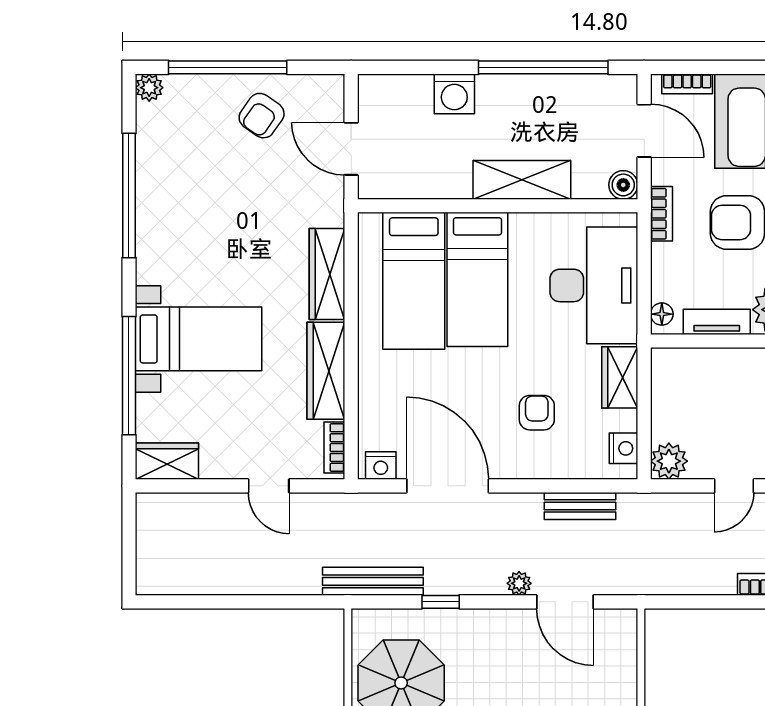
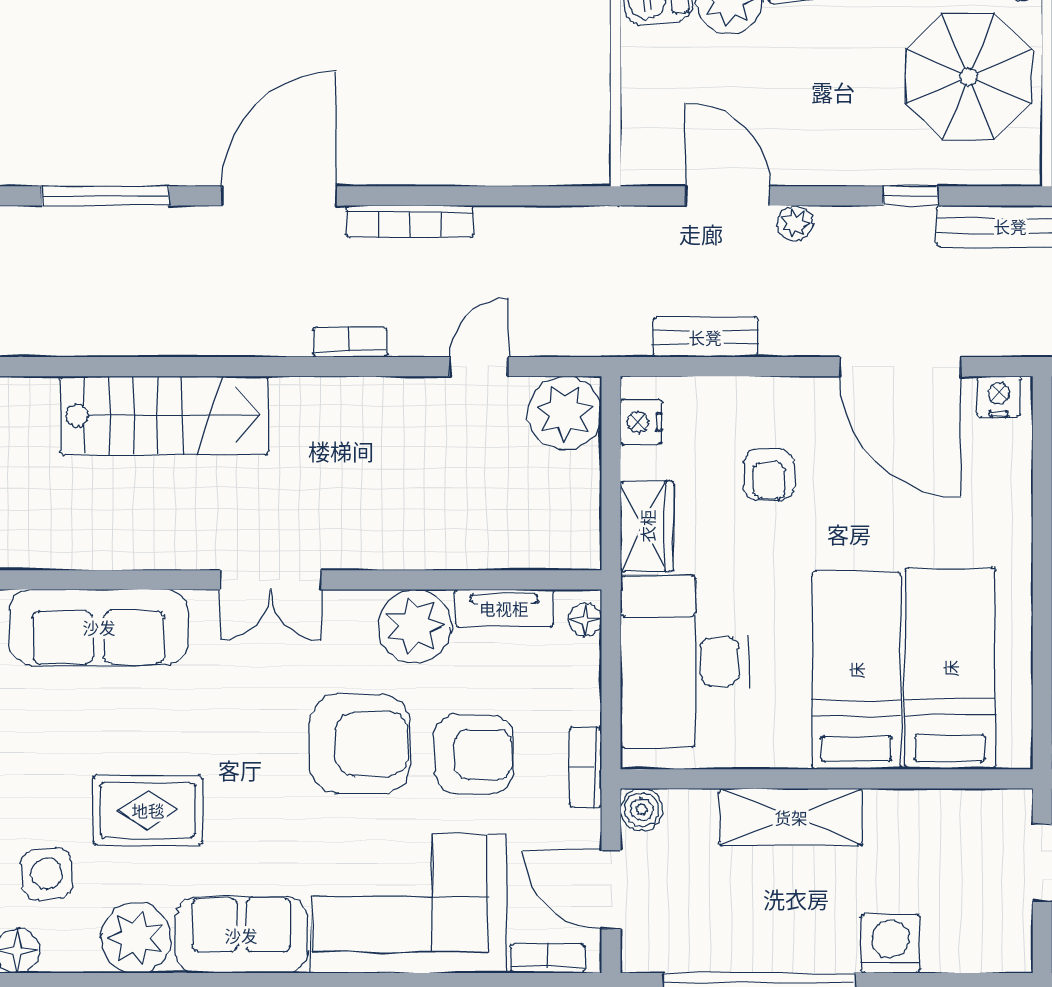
plant: (669, 461) -> (565, 413), width x1.36, depth x1.36

